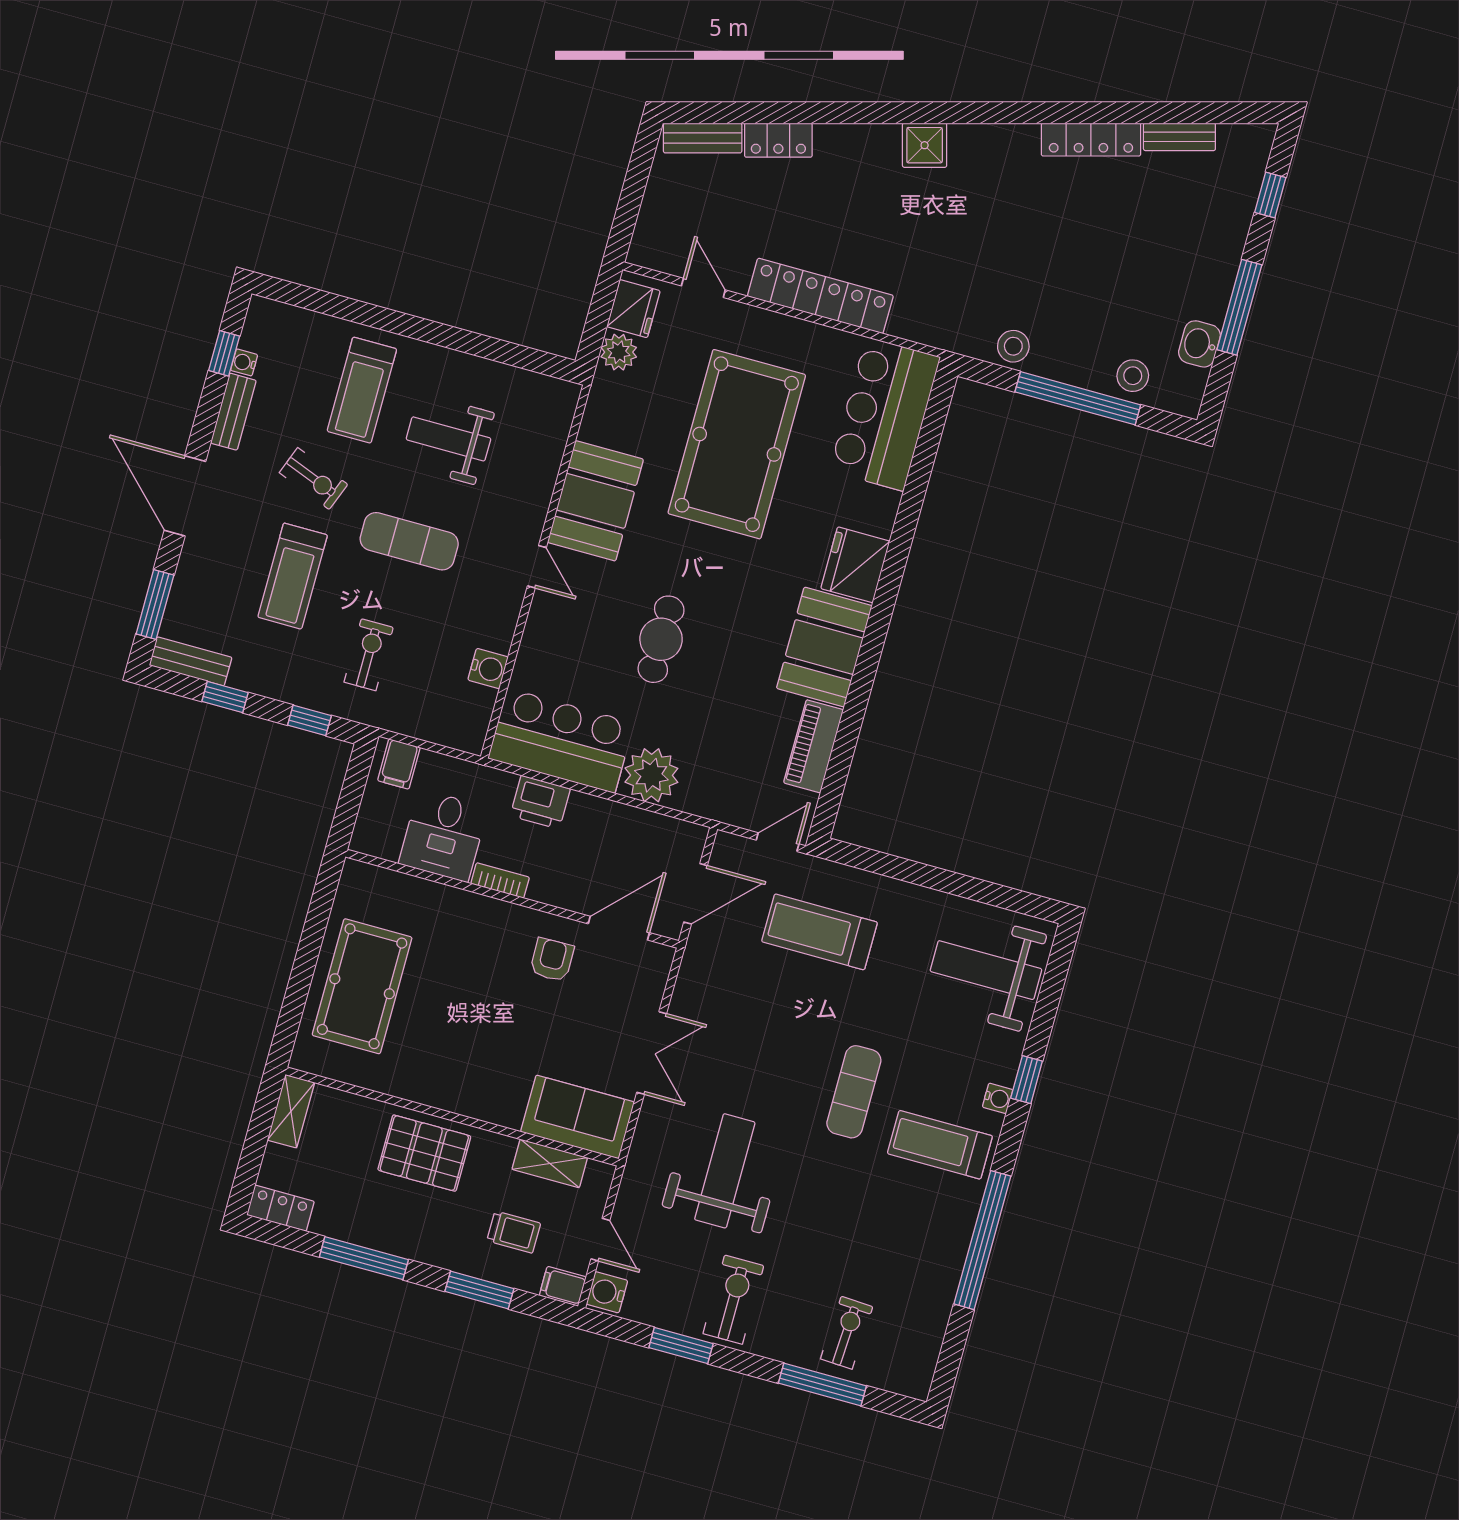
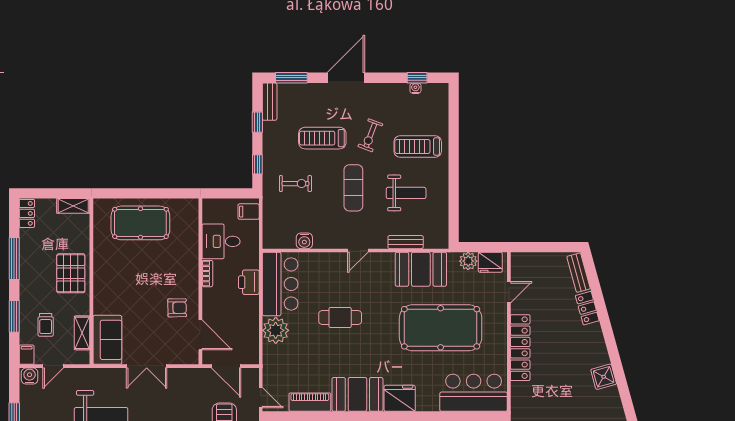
bench: (233, 412) -> (406, 242), moved
weight bench: (448, 439) -> (406, 193), turned 90
booth: (595, 501) -> (421, 269), moved

